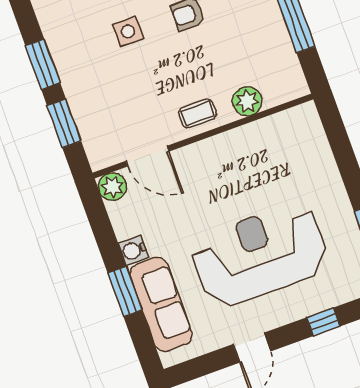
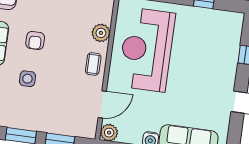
reception desk: (260, 255) -> (147, 50), moved

